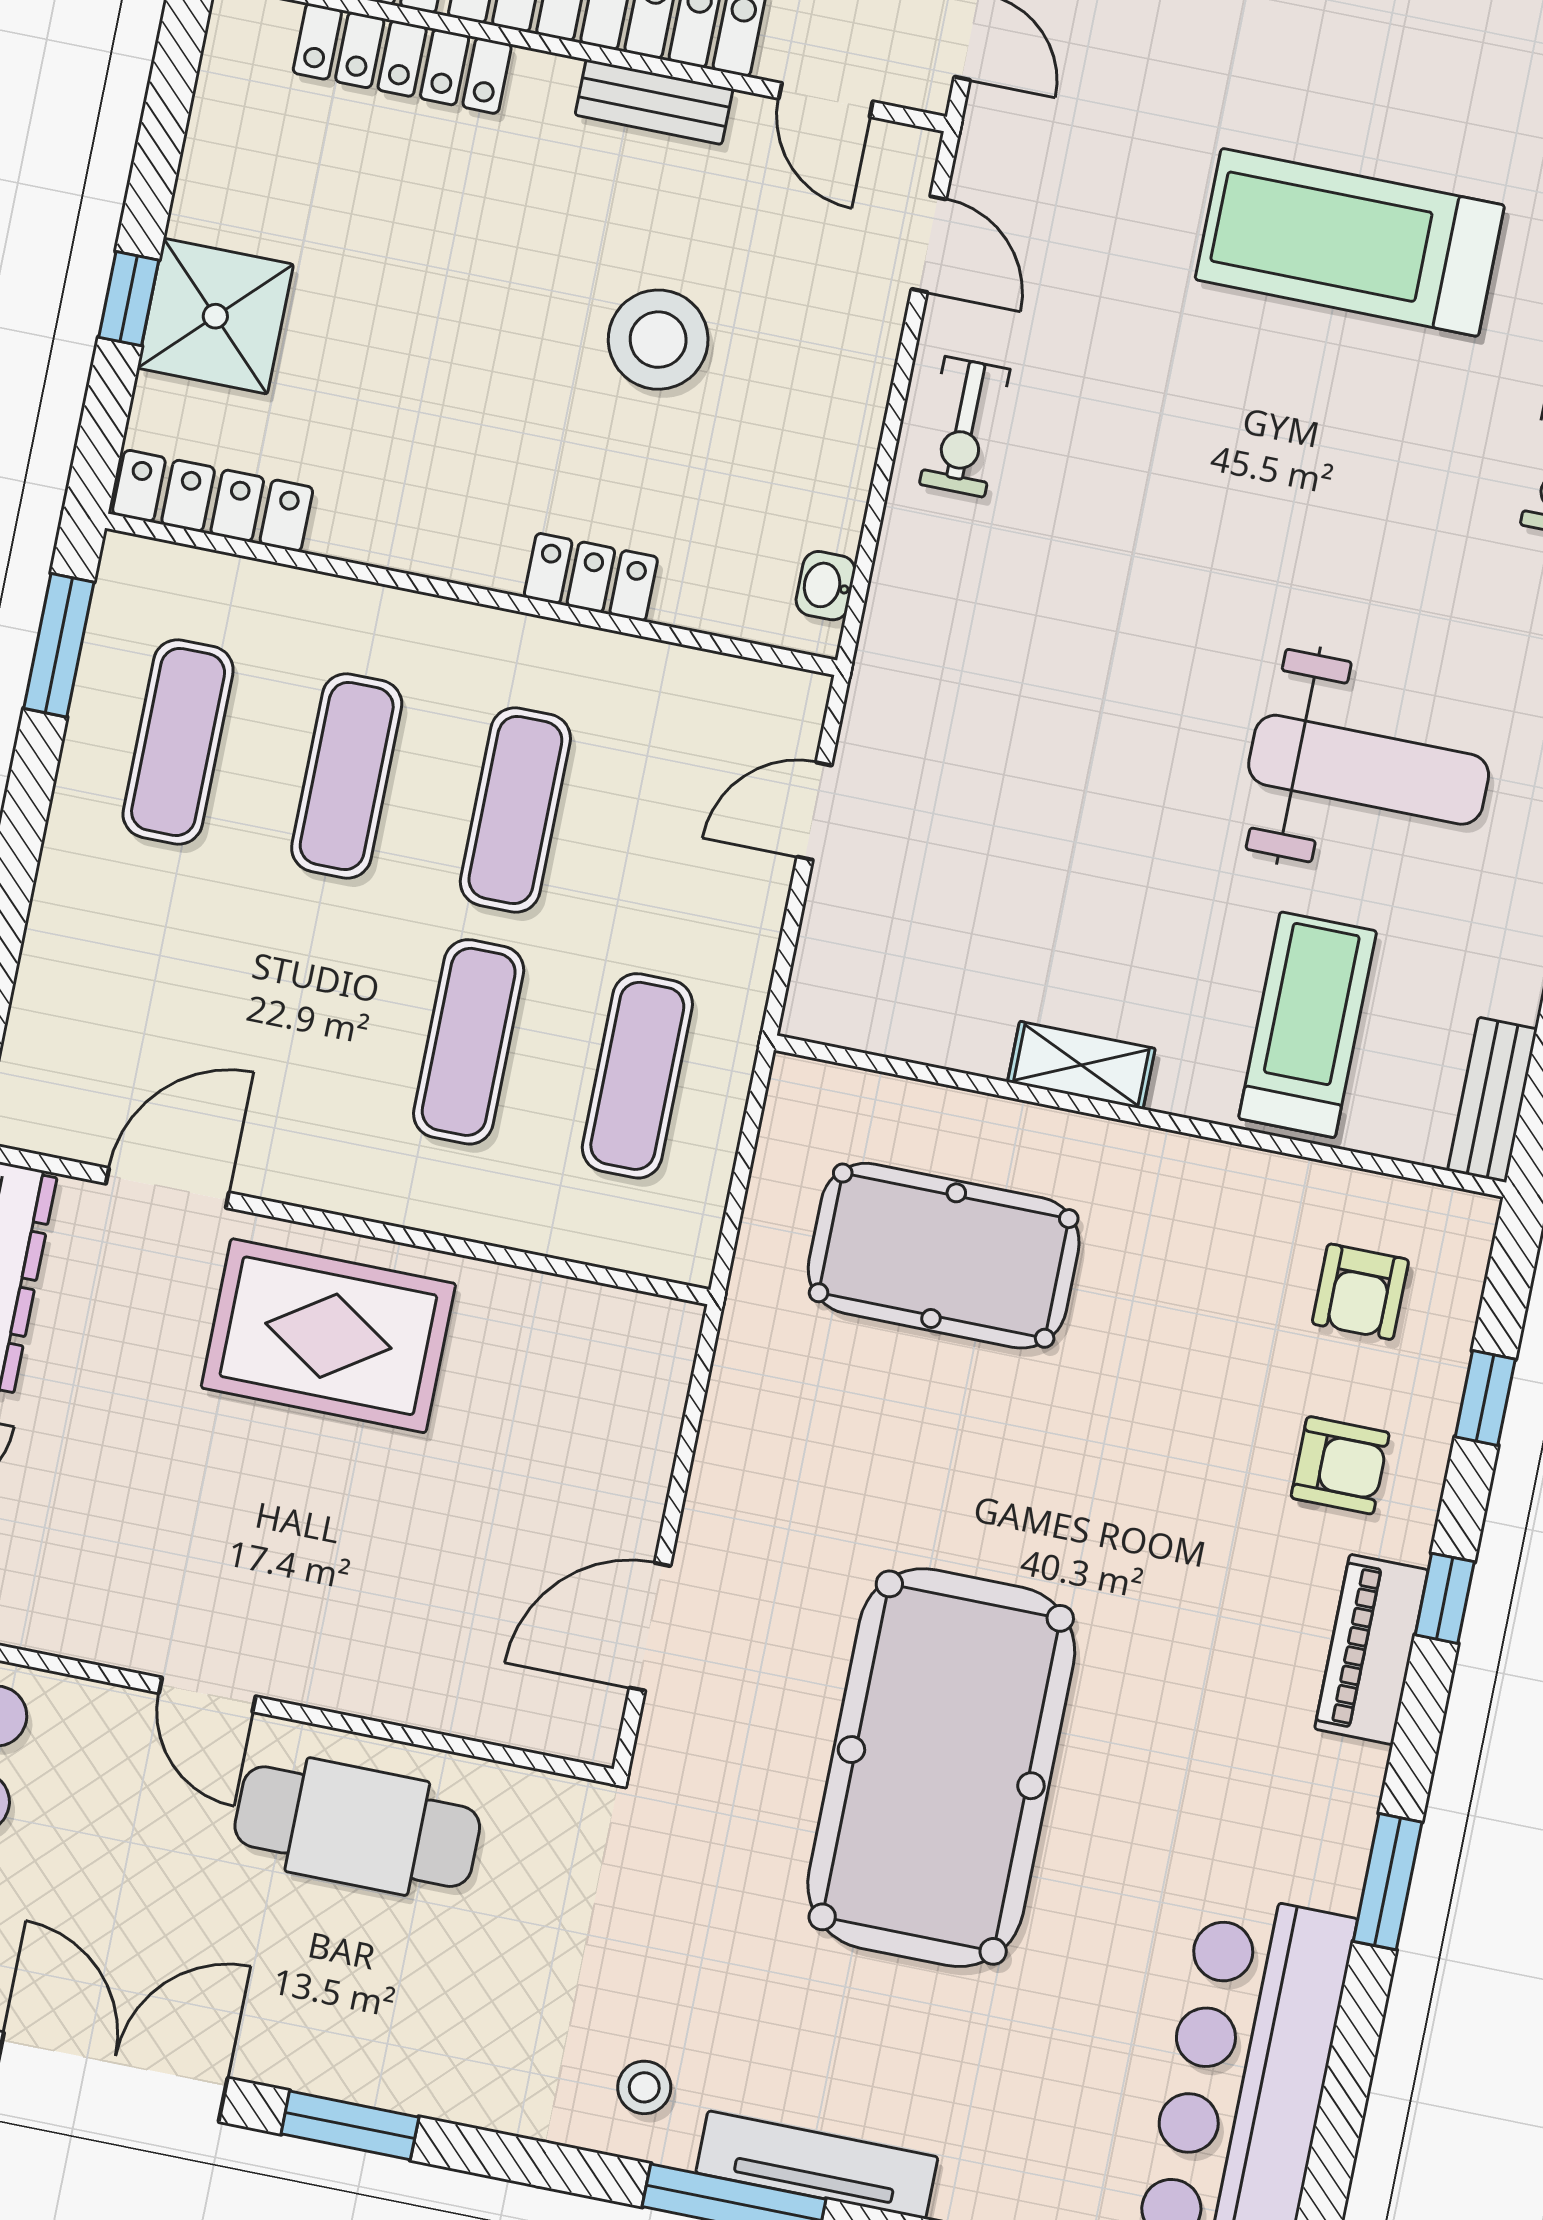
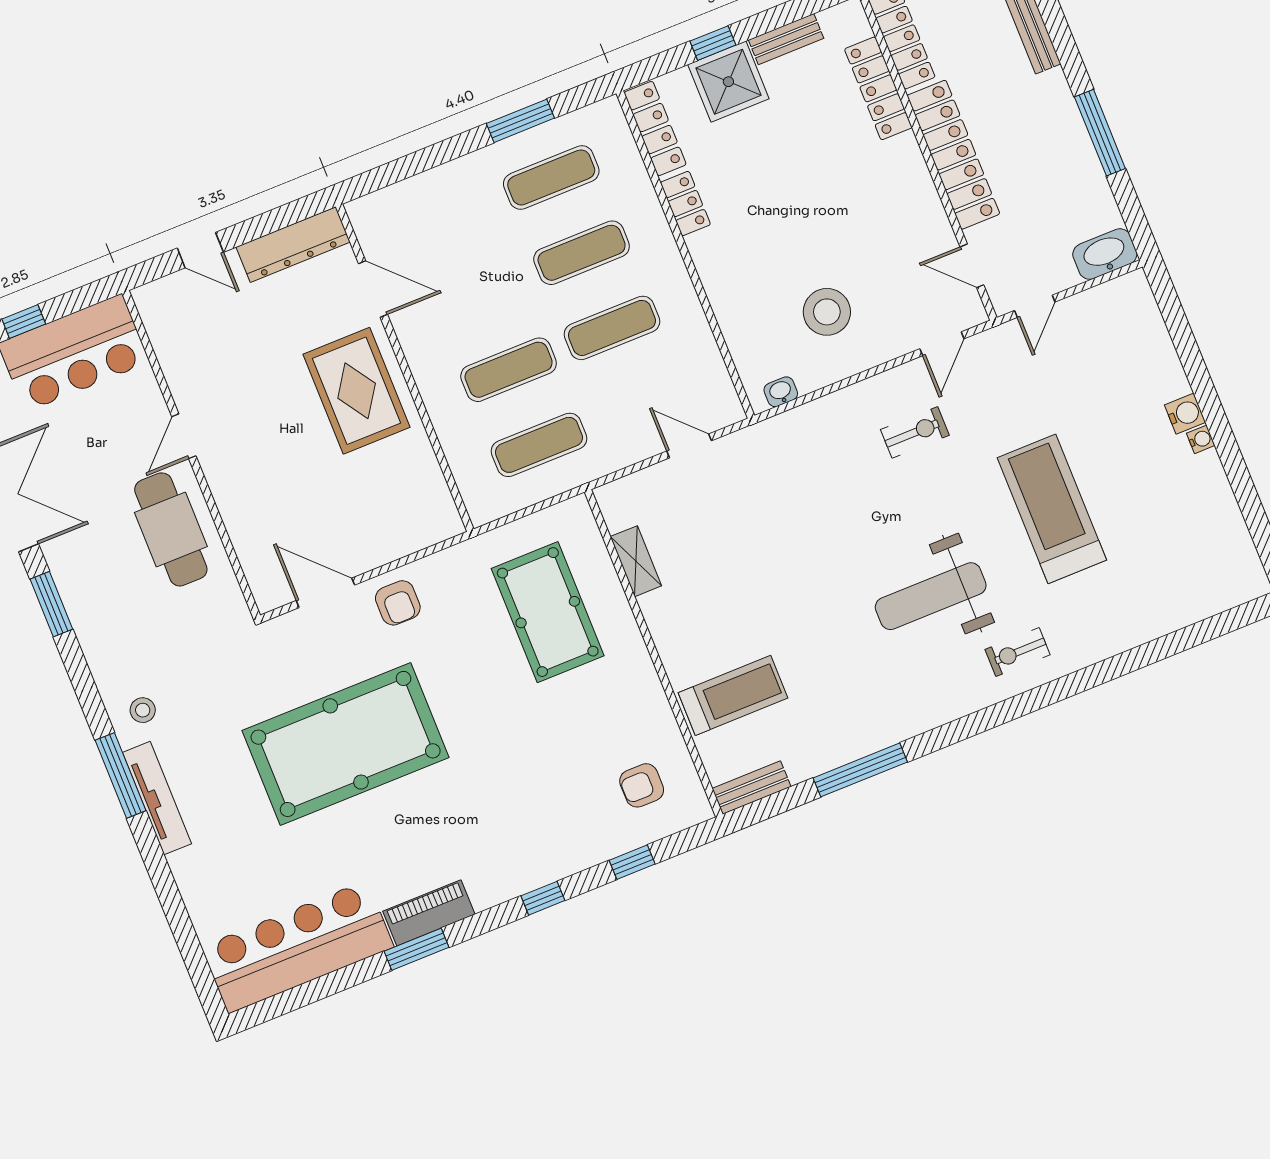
door: (826, 100) -> (972, 266), hinge flipped
bench: (654, 102) -> (786, 39), moved, turned 90
stool: (658, 340) -> (827, 312), moved
exercise bike: (965, 427) -> (915, 432), moved, turned 180
locker: (591, 577) -> (685, 204), moved
window: (59, 645) -> (520, 121), moved
weight bench: (1369, 770) -> (931, 596), moved, turned 90
shelving: (1081, 1065) -> (636, 561), moved
armchair: (1340, 1465) -> (398, 603), moved
piano: (1371, 1649) -> (429, 913), moved

